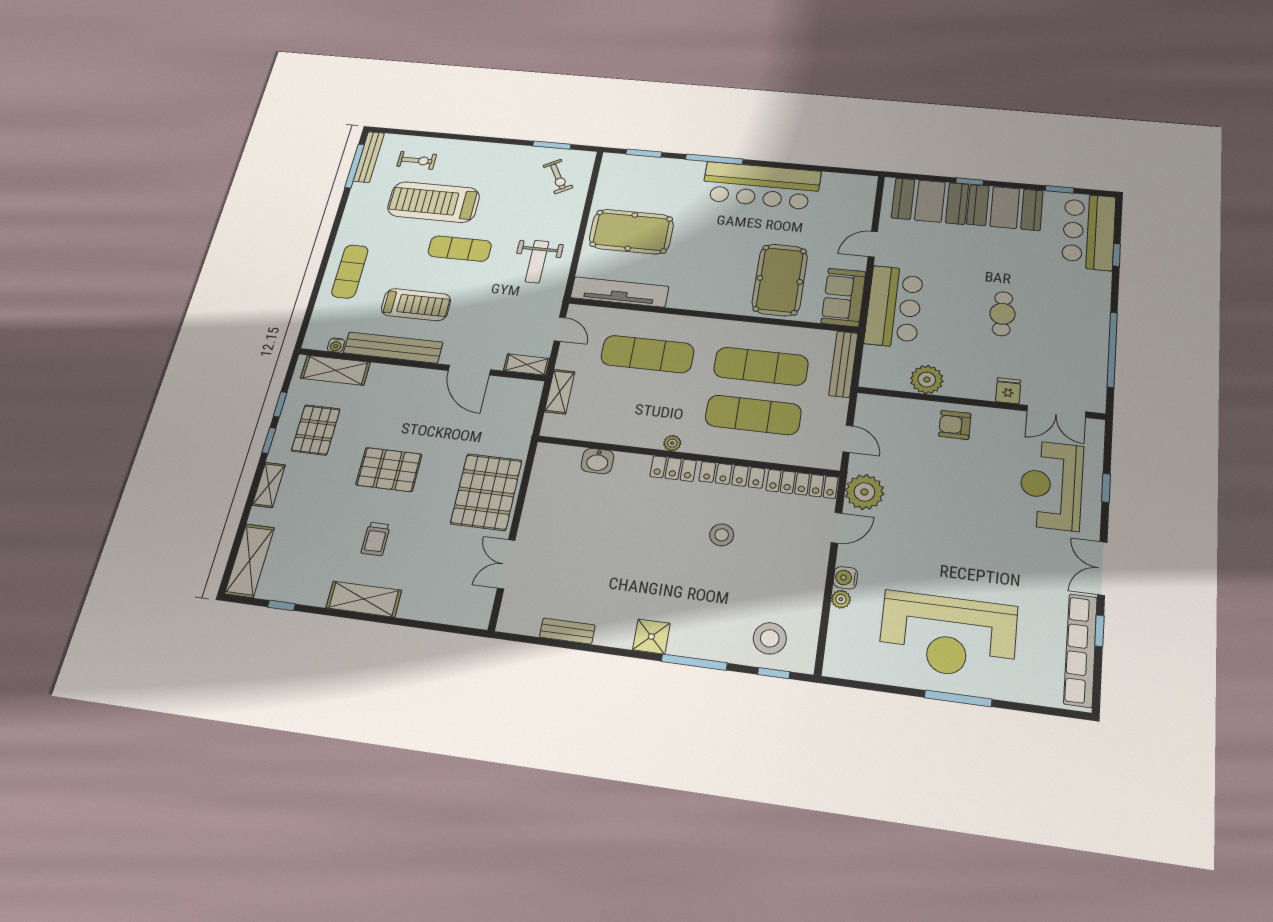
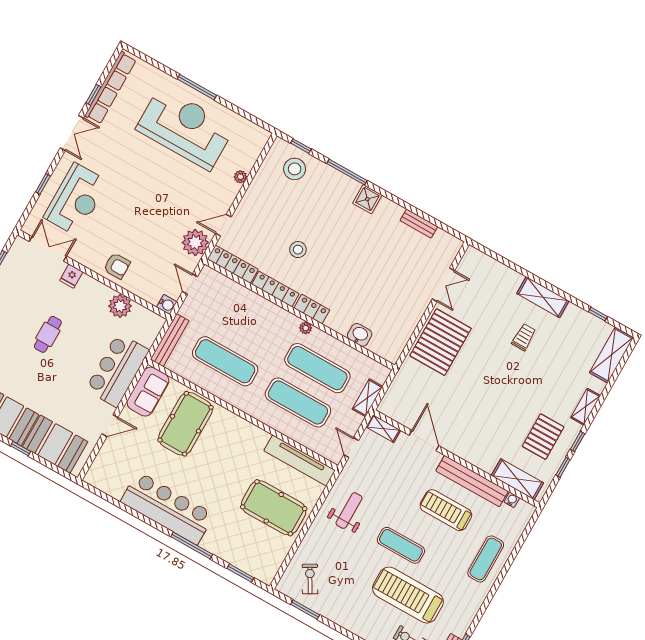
treadmill: (433, 202) -> (408, 595), turned 180
exercise mat: (753, 415) -> (317, 368), moved
pallet: (389, 470) -> (501, 385), removed
water cooler: (845, 578) -> (167, 304), moved

